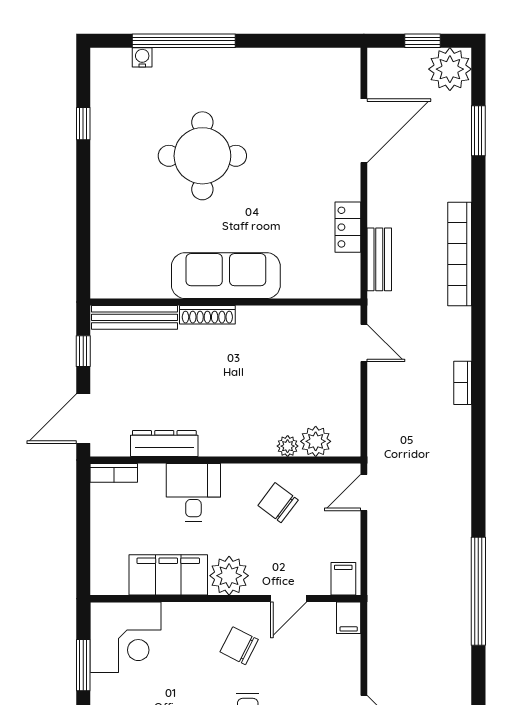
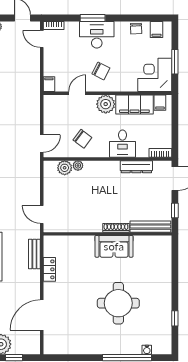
sofa: (226, 276) -> (114, 246), width x0.73
filing cabinet: (343, 579) -> (160, 103), moved

